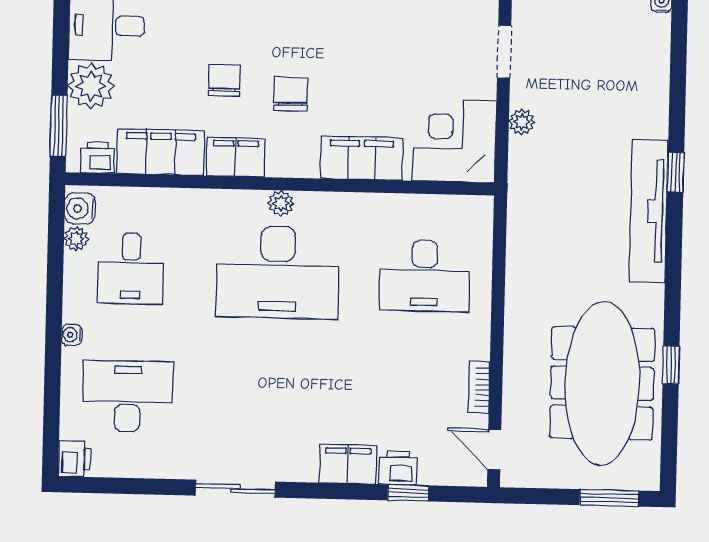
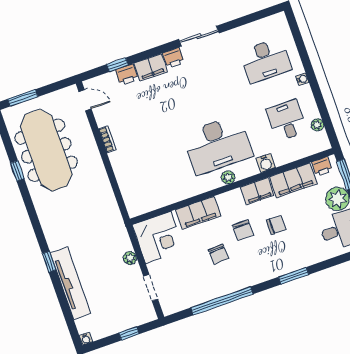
chair: (353, 67) -> (219, 254), added
chair: (224, 80) -> (276, 225), turned -90
water cooler: (80, 209) -> (266, 163), moved, turned 90
tv unit: (649, 211) -> (70, 283), moved
desk: (278, 272) -> (217, 145), turned 180
desk: (425, 276) -> (148, 169), removed
bookcase: (479, 387) -> (107, 139), moved
printer: (75, 459) -> (173, 58), moved, turned -90

